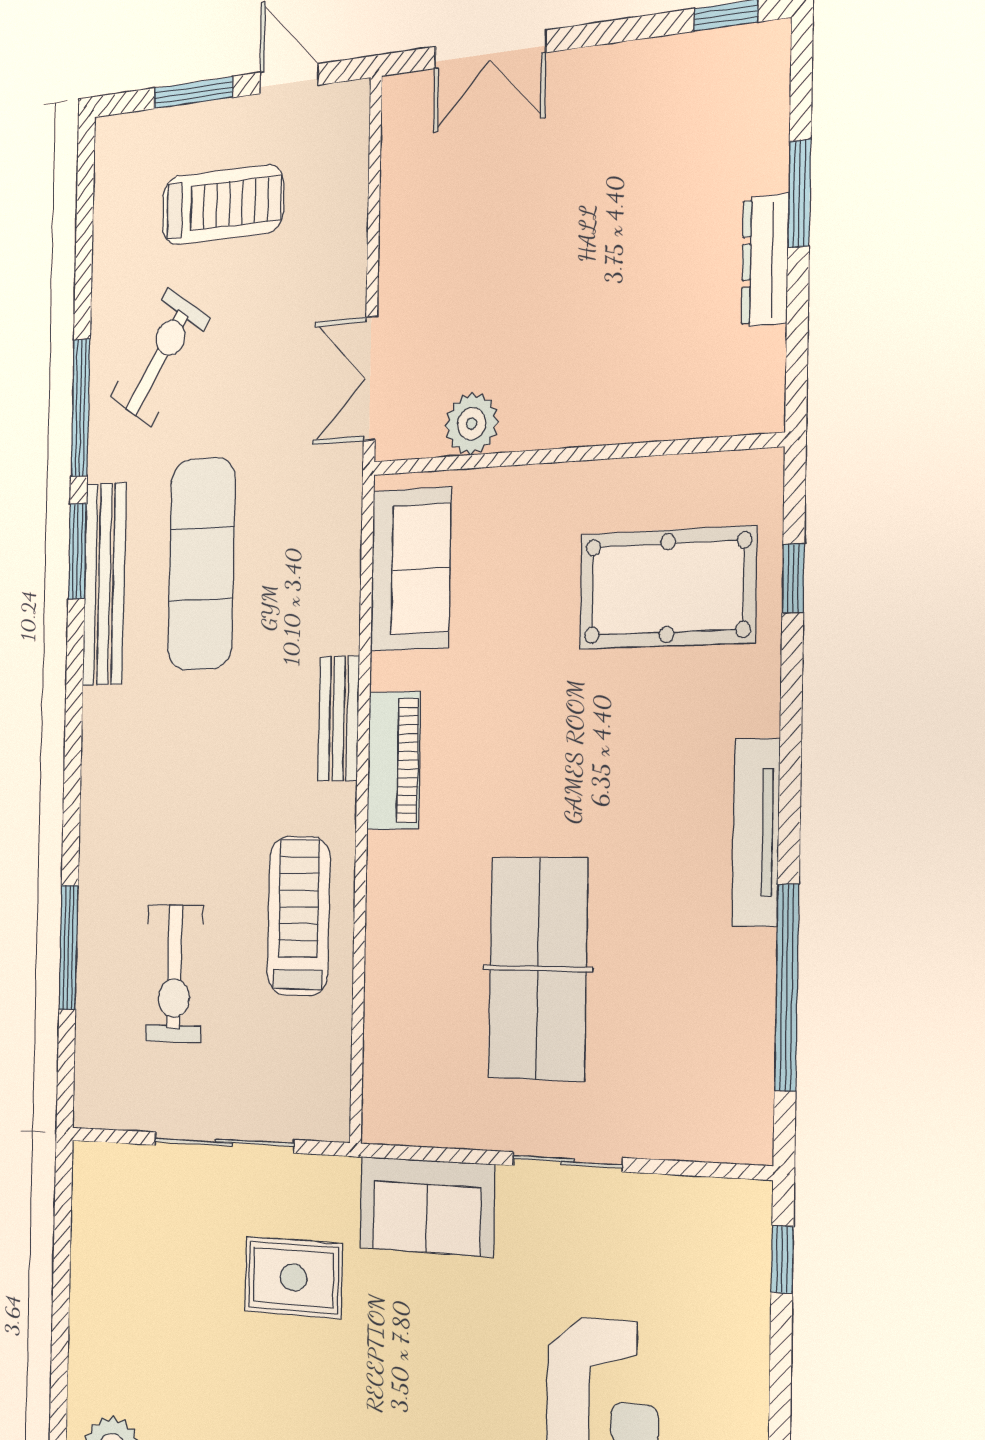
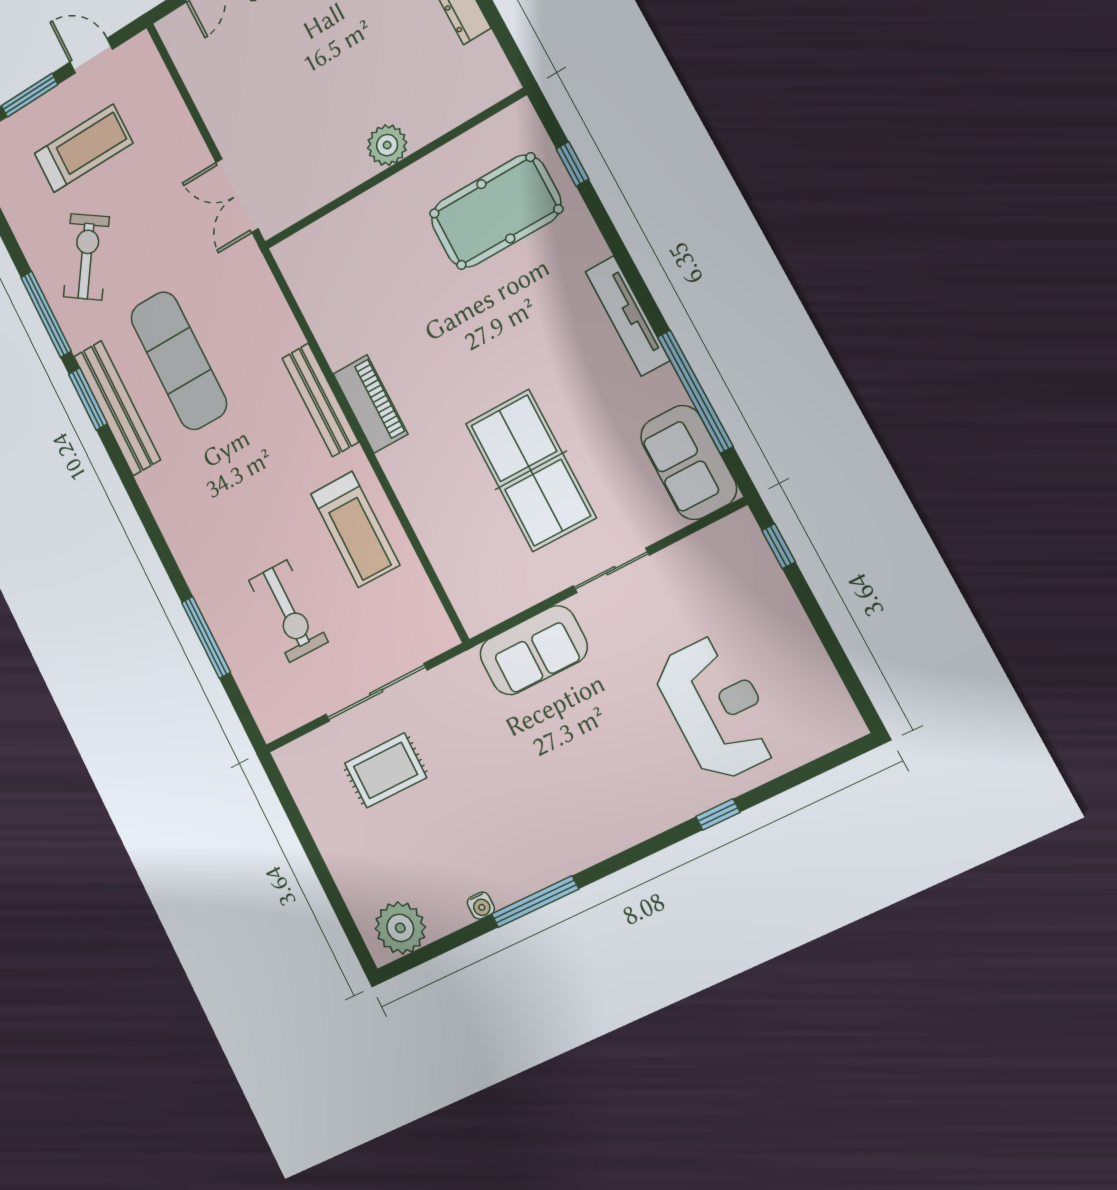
plant: (472, 424) -> (387, 145), moved
sofa: (411, 569) -> (688, 462), moved, turned 180
bench: (339, 719) -> (320, 400), width x1.36
treadmill: (299, 916) -> (355, 529), turned 180
rug: (293, 1277) -> (386, 770), moved

